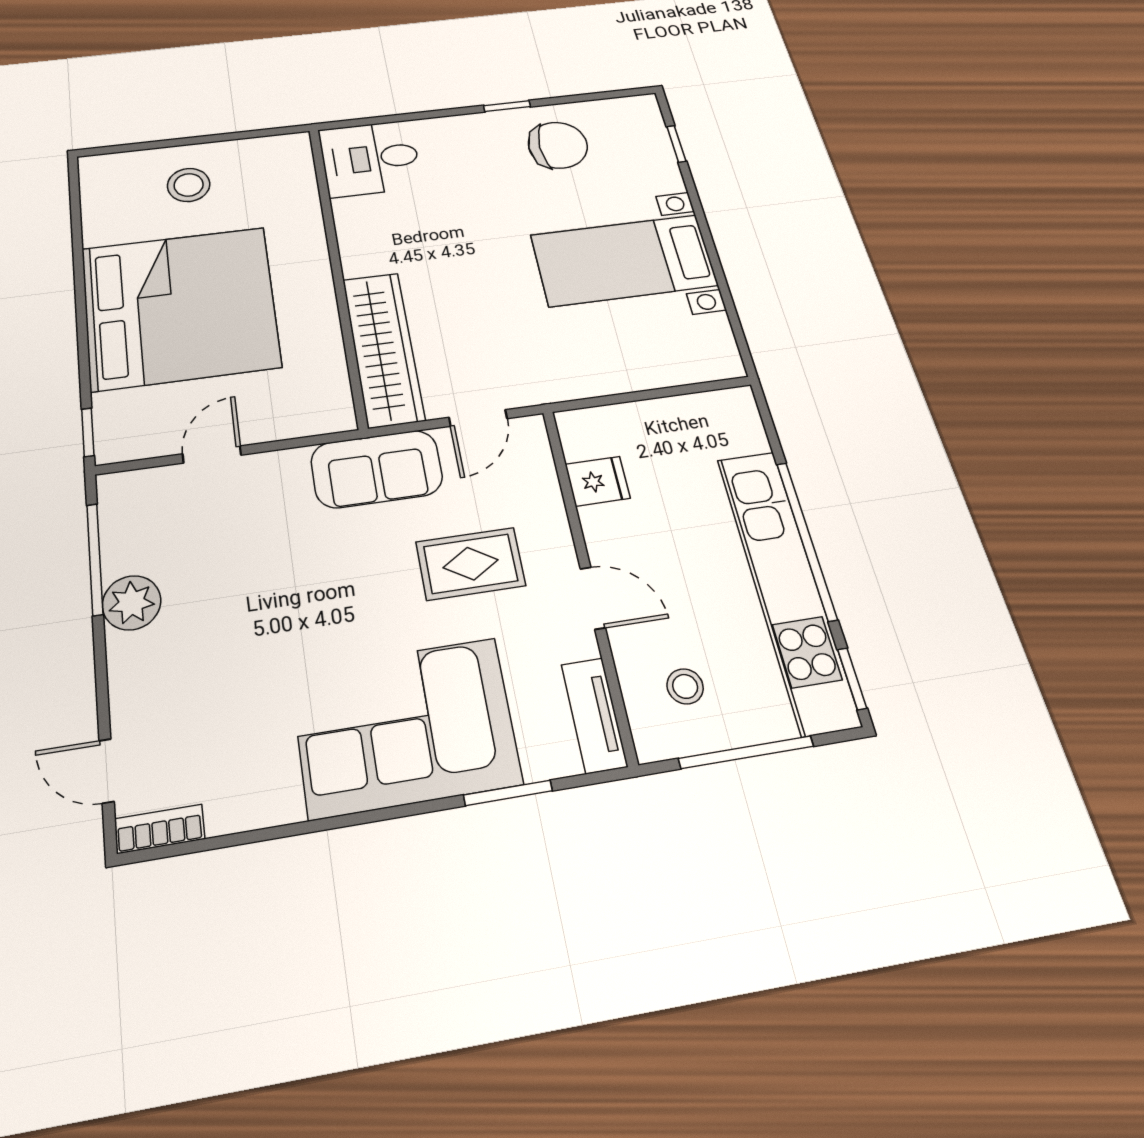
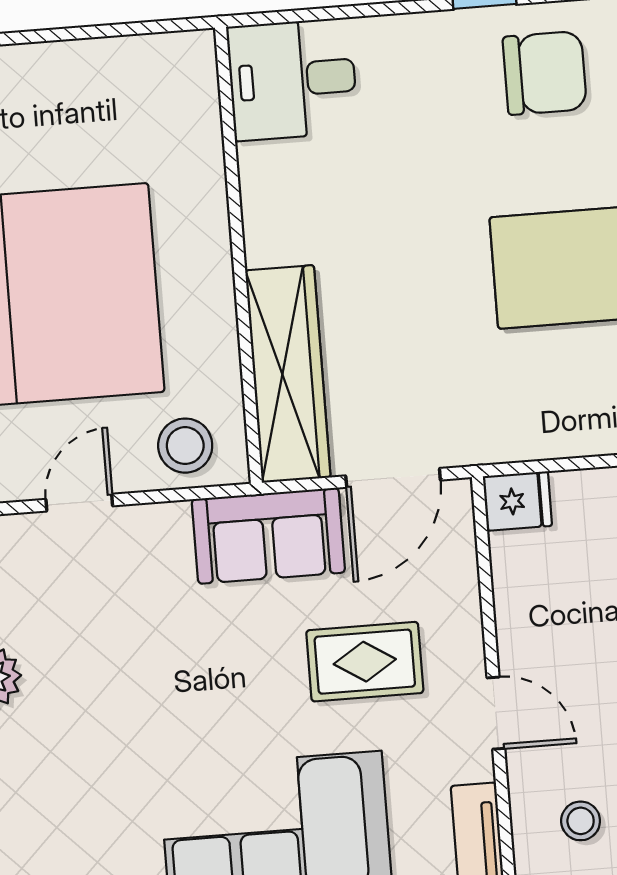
stool: (189, 185) -> (185, 446), moved
door: (478, 418) -> (393, 478), width x1.37
fridge: (598, 481) -> (517, 501), moved

